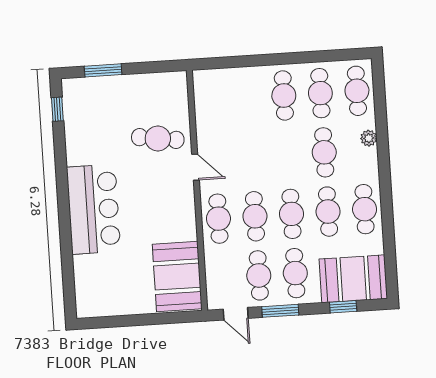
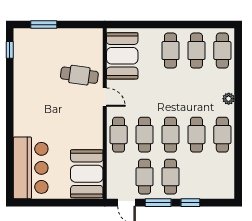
plant: (369, 138) -> (229, 99), moved
cafe table: (324, 152) -> (196, 93), removed
bar counter: (94, 209) -> (31, 168), moved
booth: (353, 279) -> (122, 56), moved, turned 90
window: (343, 307) -> (190, 203), moved

